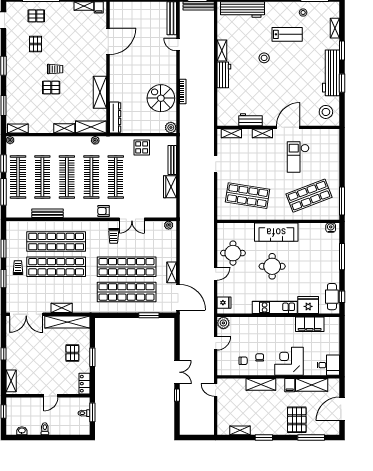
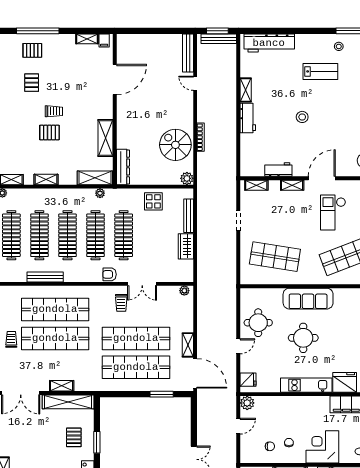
stool: (264, 58) -> (302, 117), moved
shelving: (64, 128) -> (46, 180), moved

